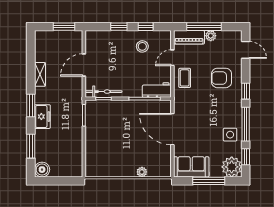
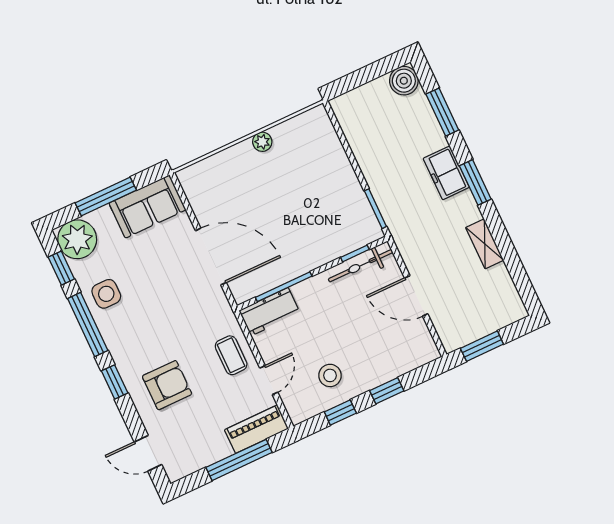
plant: (211, 36) -> (220, 450), removed
door: (84, 65) -> (416, 296), swing flipped
plant: (142, 172) -> (262, 142), moved

